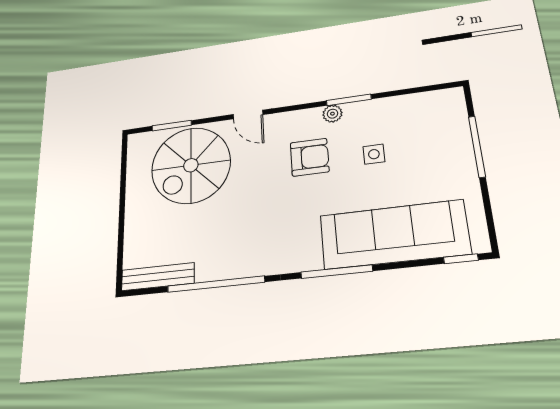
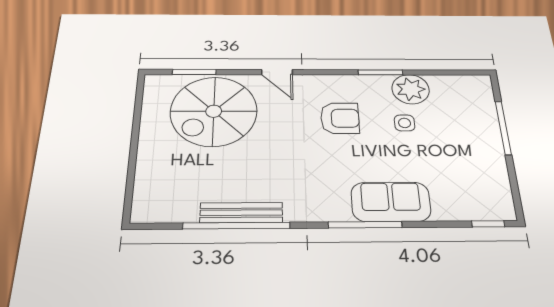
plant: (332, 114) -> (411, 89), moved, width x1.88, depth x1.88
sofa: (394, 235) -> (391, 202), width x0.54, depth x0.79
bench: (158, 277) -> (241, 213), moved

